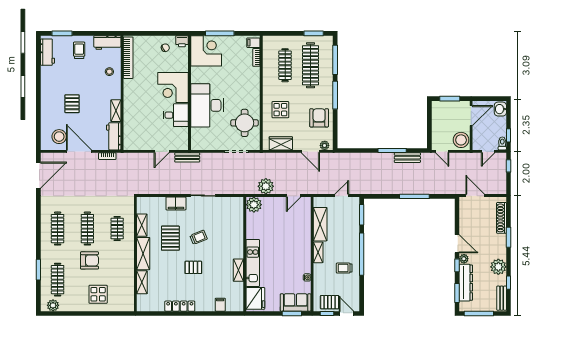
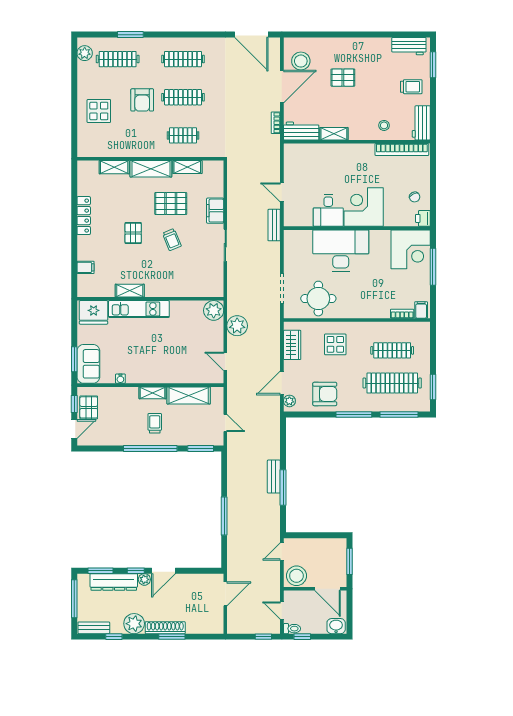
bench: (407, 158) -> (274, 477), moved
shoe rack: (502, 218) -> (165, 628), moved
trolley: (344, 268) -> (155, 423), moved

